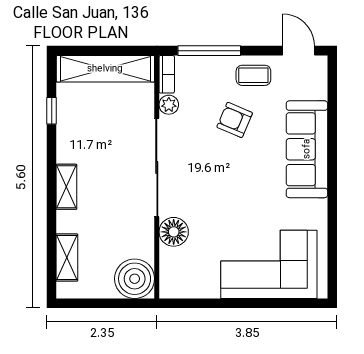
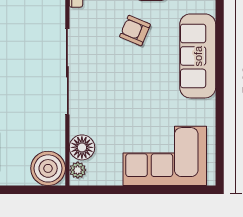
plant: (169, 105) -> (78, 170), moved
floor lamp: (174, 232) -> (82, 147), moved

